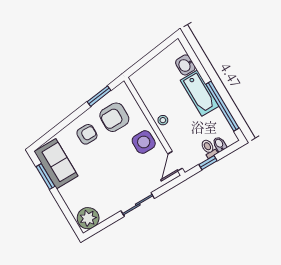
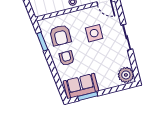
side table: (144, 142) -> (94, 33), moved

